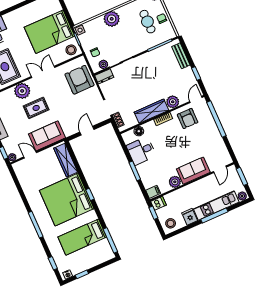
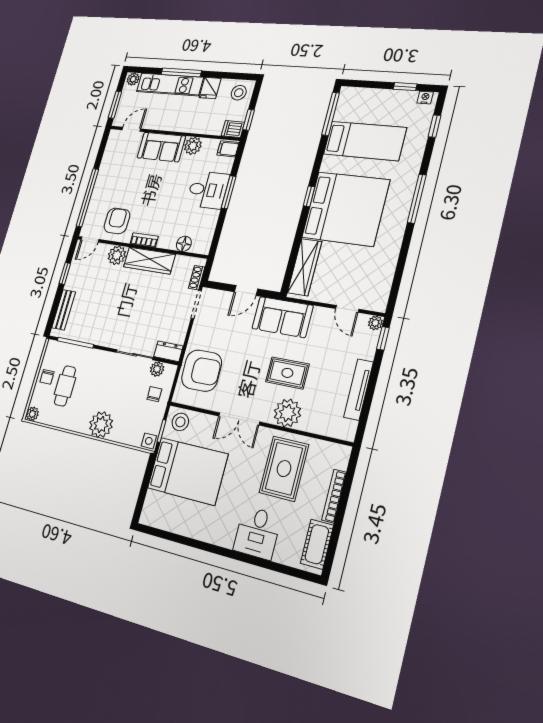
armchair: (79, 80) -> (202, 371), turned -91
sofa: (47, 136) -> (282, 317), moved
desk: (141, 151) -> (208, 190), moved

